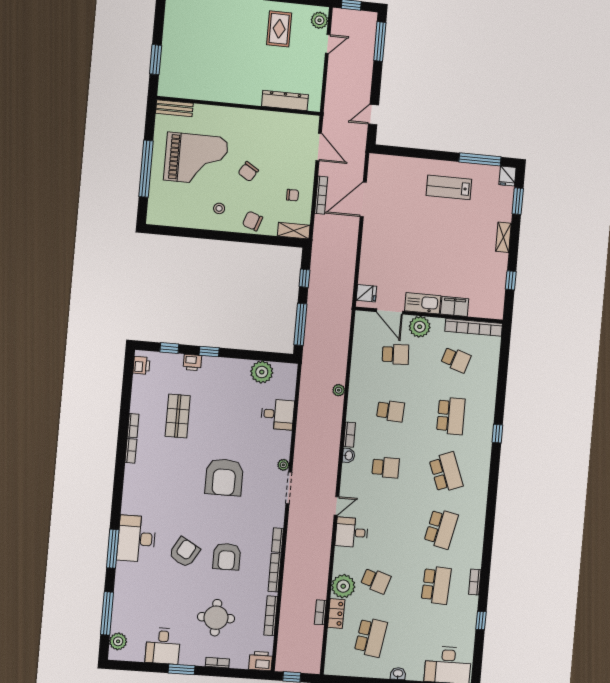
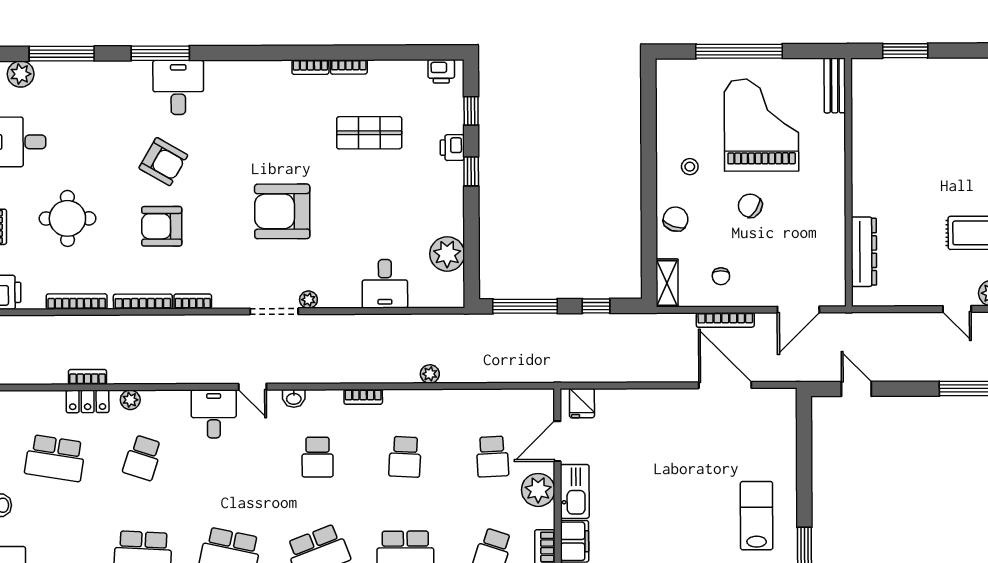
grand piano: (196, 159) -> (761, 125), turned 180
washbasin: (349, 455) -> (294, 398), moved
desk: (136, 539) -> (178, 87), width x0.73
plant: (343, 586) -> (130, 400), width x0.53, depth x0.53

